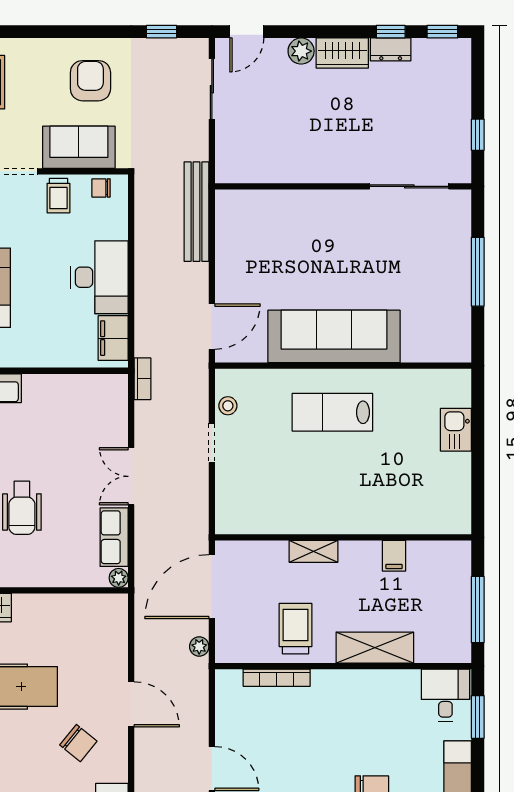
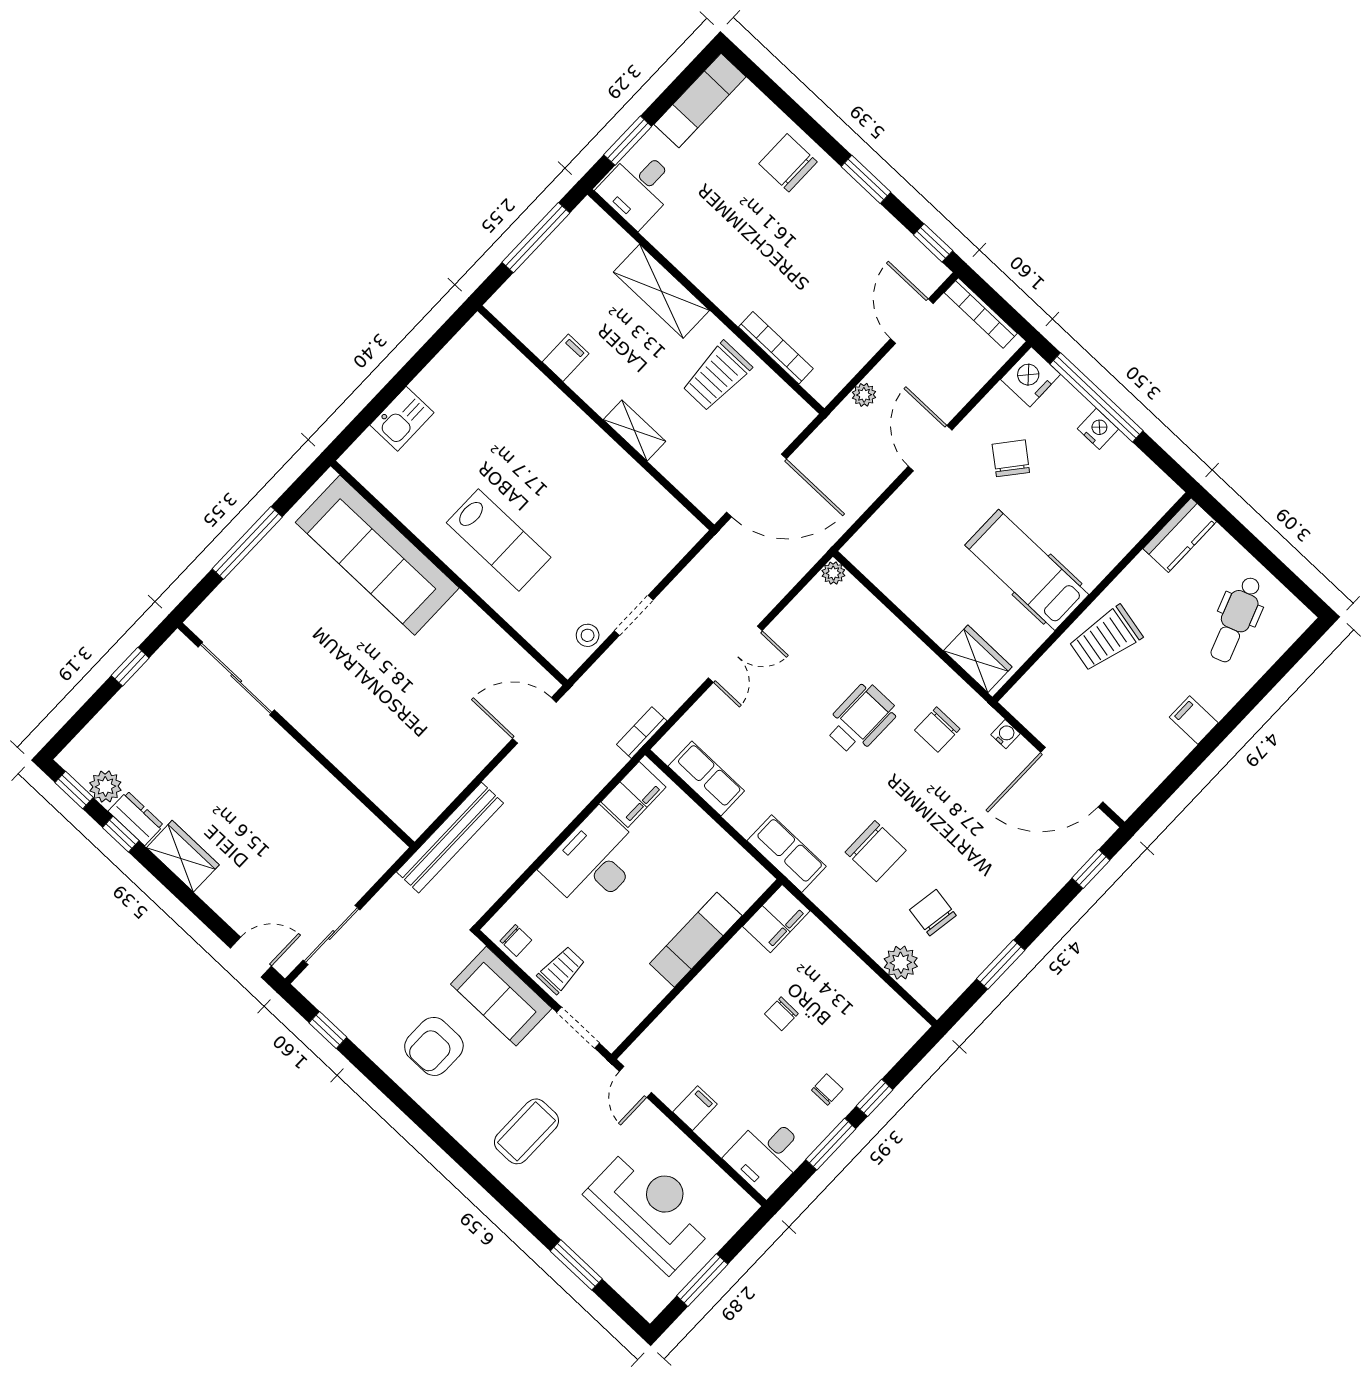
plant: (301, 51) -> (105, 787), moved
sofa: (334, 336) -> (377, 555), moved
row of seats: (114, 537) -> (706, 778), moved, turned -90
plant: (199, 647) -> (864, 395), moved

